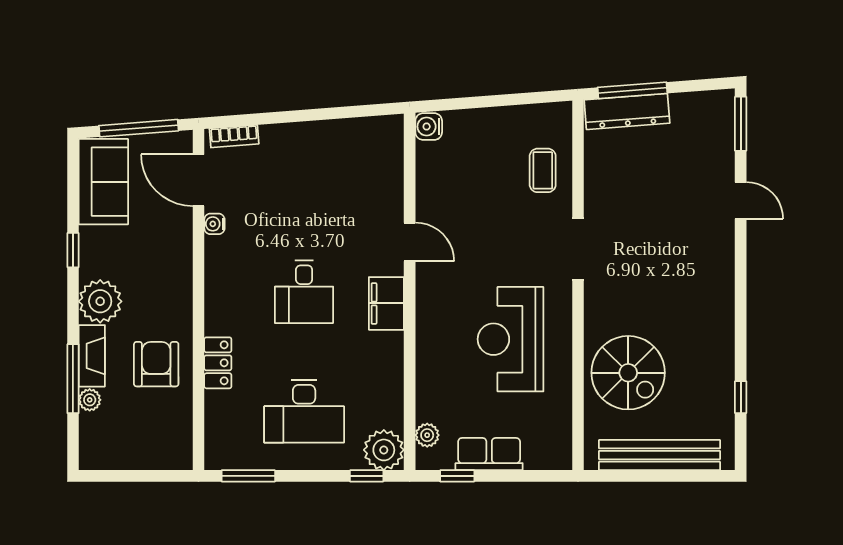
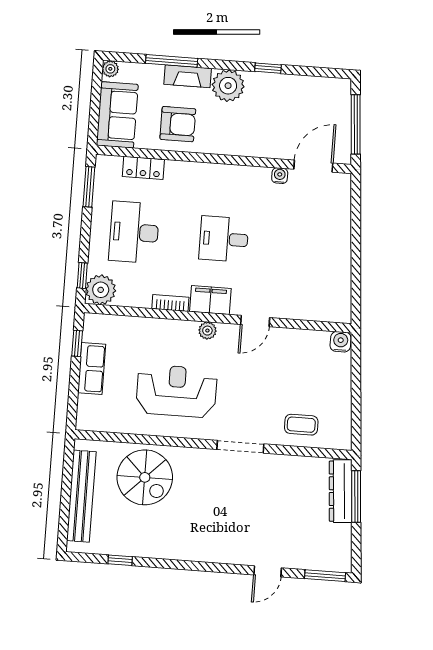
bookcase: (234, 136) -> (170, 303), moved, turned 94
sofa: (103, 182) -> (117, 115), moved, turned -90
locker: (218, 363) -> (143, 168), moved
spiral stairs: (628, 373) -> (145, 477), turned -90
plant: (90, 400) -> (110, 69), moved
plant: (427, 435) -> (207, 331), moved

